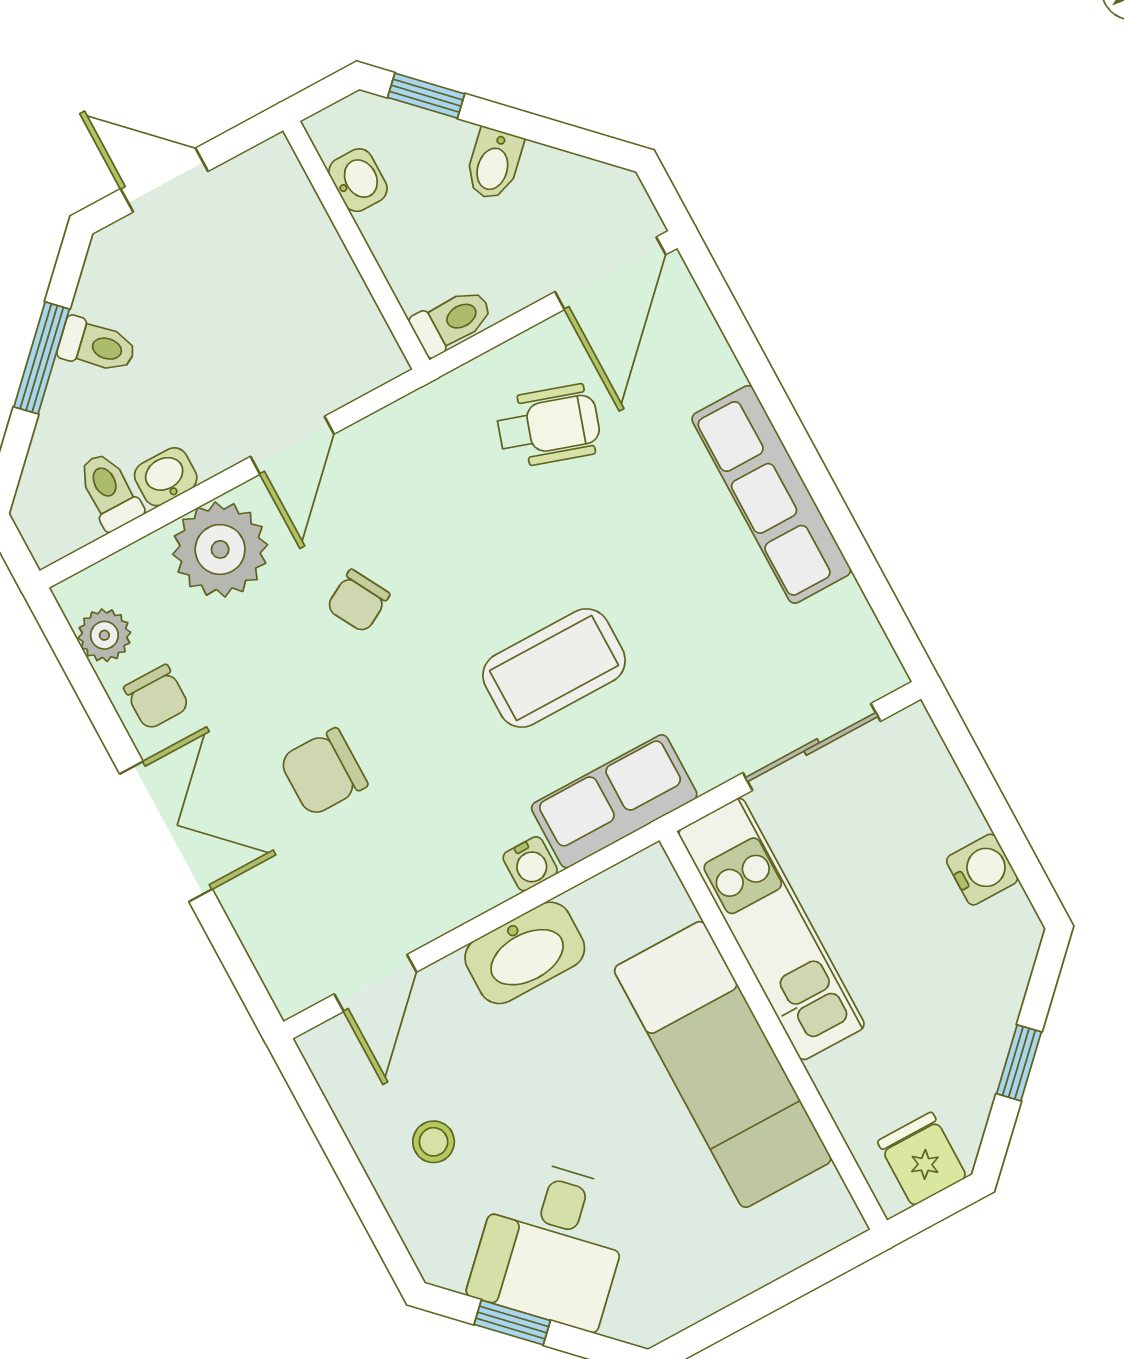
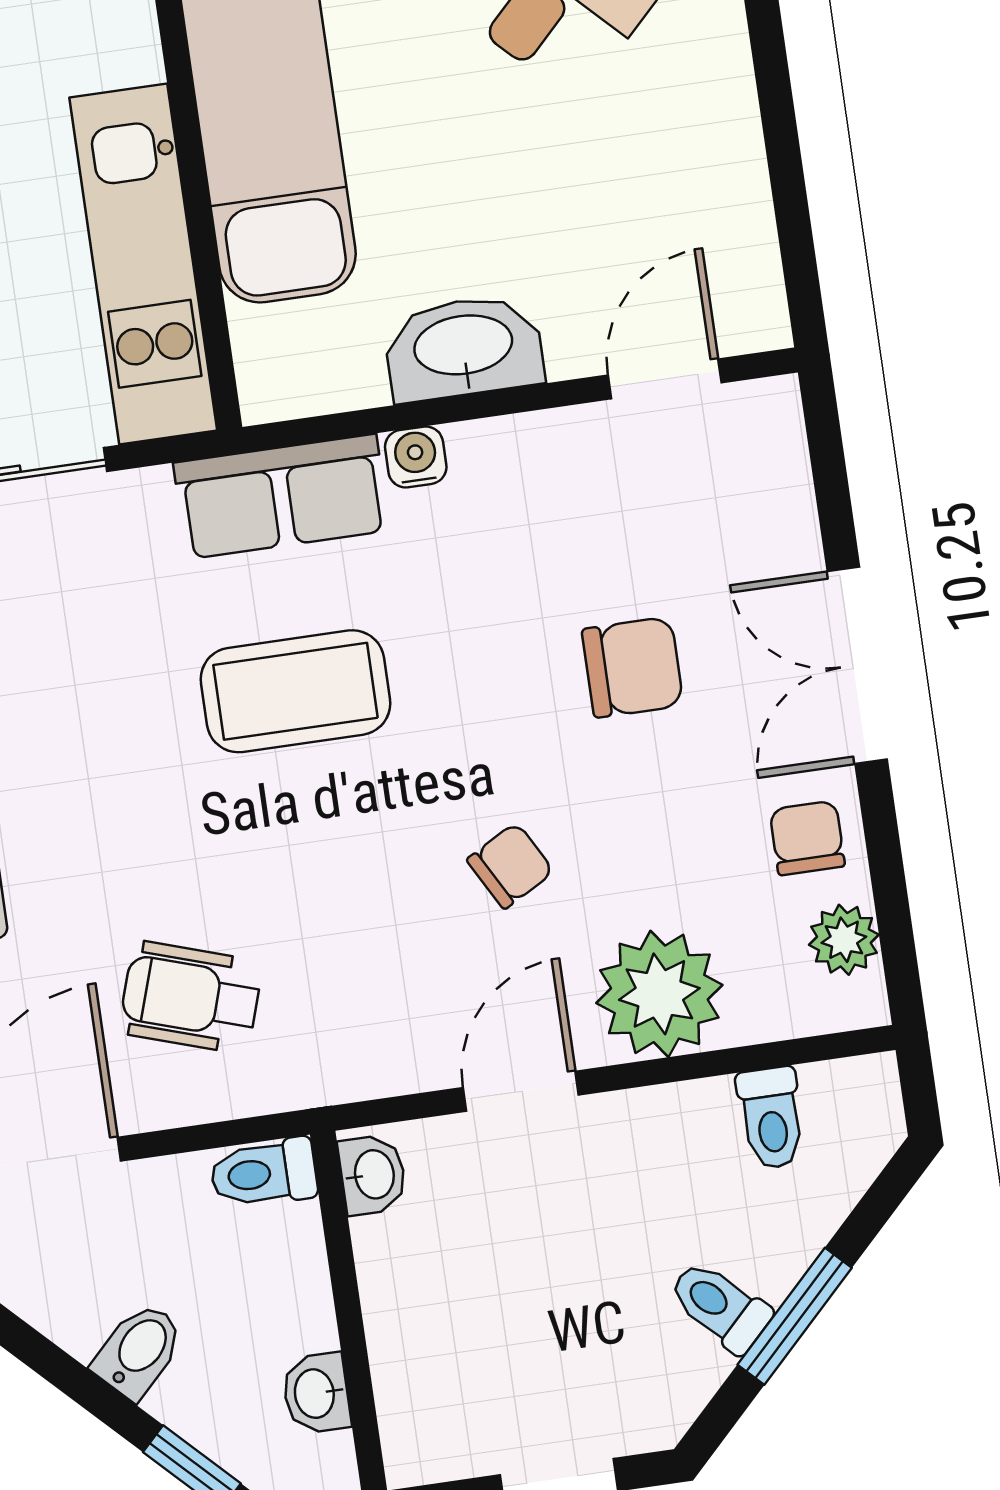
washbasin: (166, 477) -> (373, 1175), moved, turned -90
stool: (434, 1142) -> (665, 153), removed

